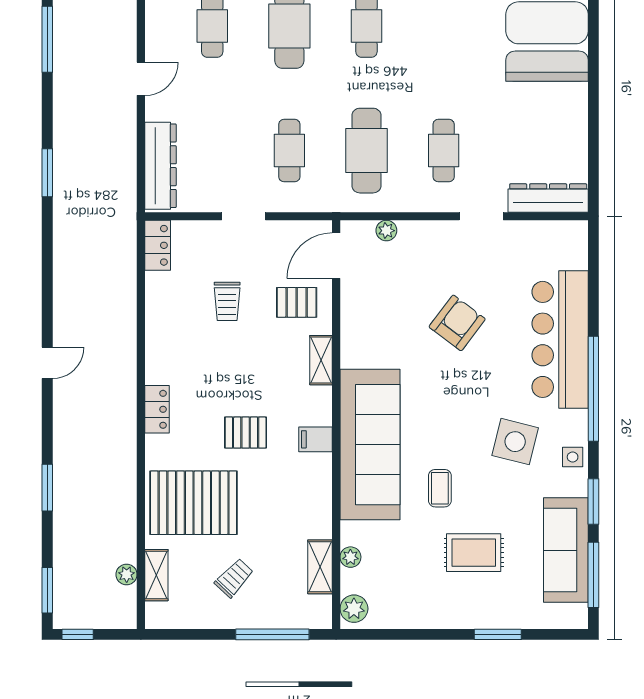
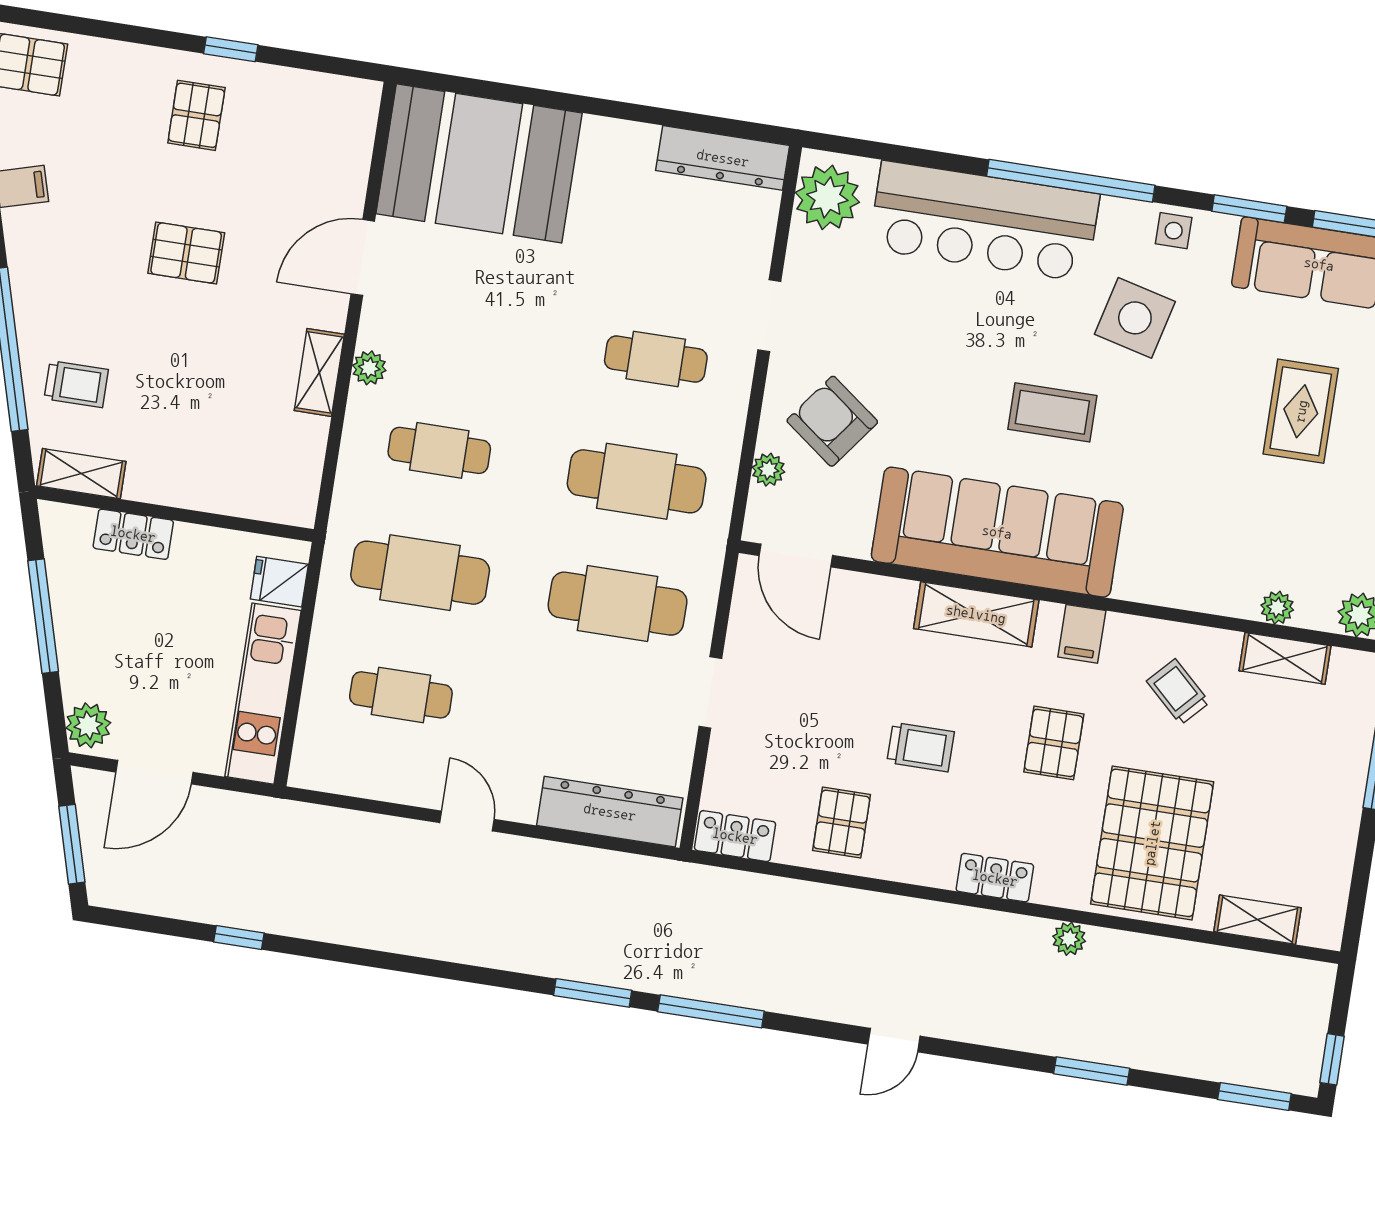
window: (47, 39) -> (711, 1011), moved
cafe table: (289, 151) -> (618, 604), width x1.37, depth x1.35
dresser: (548, 198) -> (723, 158), moved, turned -90
plant: (560, 241) -> (827, 197), added
trolley: (227, 301) -> (921, 747), moved
pallet: (297, 302) -> (842, 823), moved
armchair: (457, 323) -> (832, 421), moved
shelving: (321, 360) -> (976, 614), width x1.50, depth x1.33
door: (47, 363) -> (894, 1040), swing flipped
sofa: (370, 445) -> (997, 532), moved
coffee table: (440, 488) -> (1052, 412), moved, width x1.36, depth x1.30
plant: (127, 574) -> (1069, 939), moved
trolley: (234, 578) -> (1178, 692), moved

